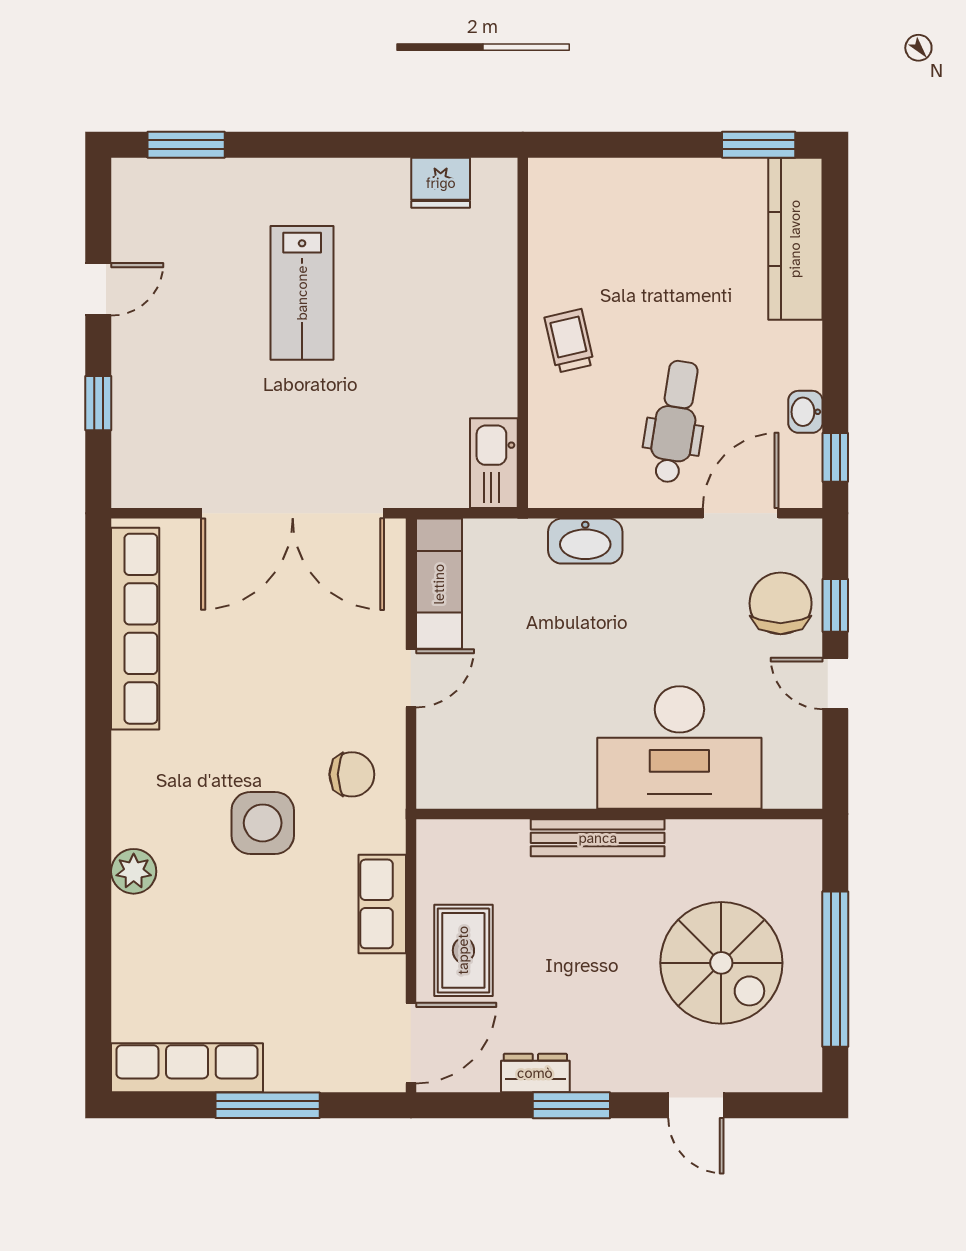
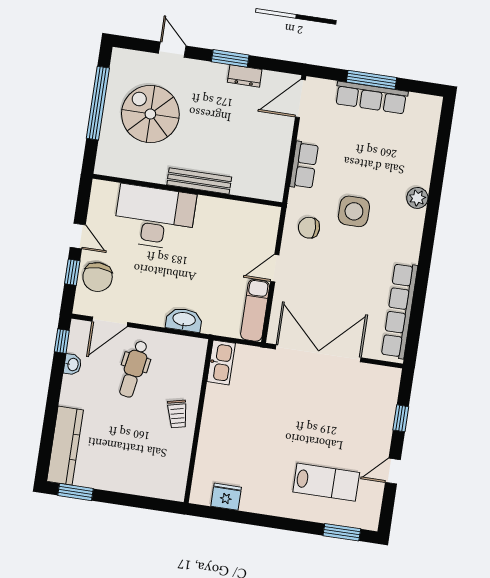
lab bench: (302, 293) -> (326, 482), moved, turned 90
rug: (463, 950) -> (269, 138), removed
row of seats: (187, 1068) -> (371, 98), moved

